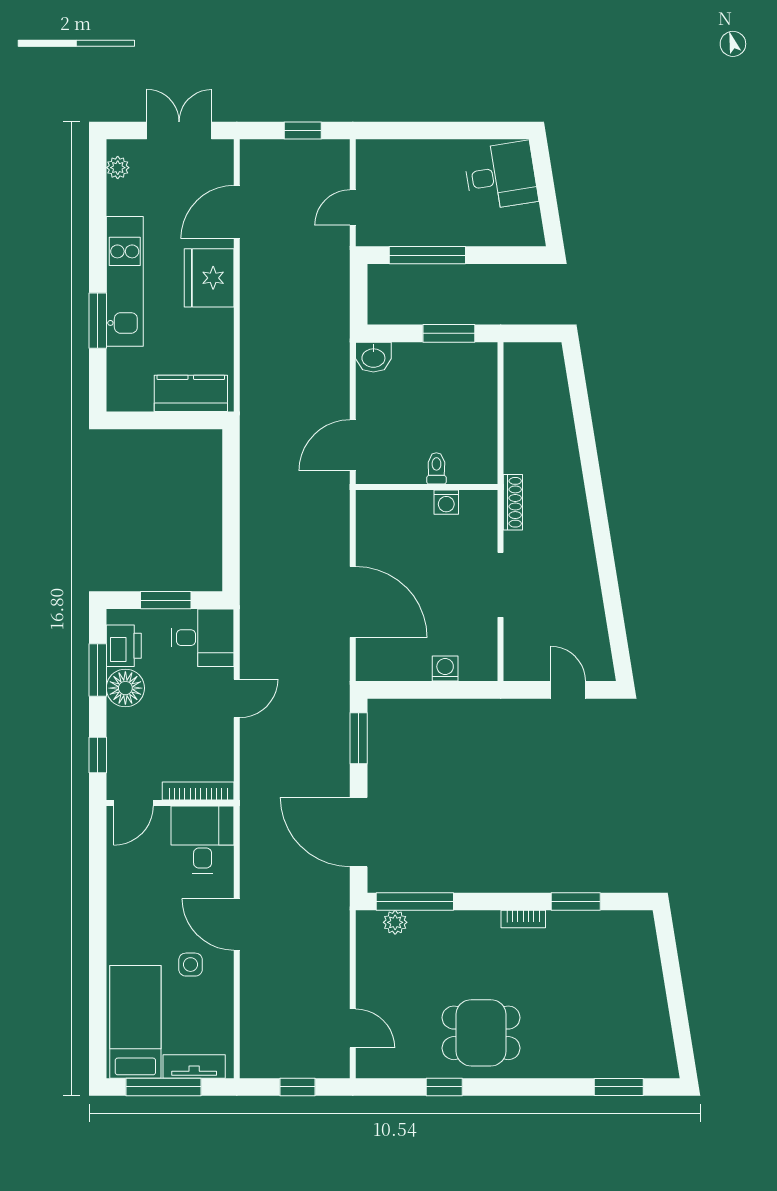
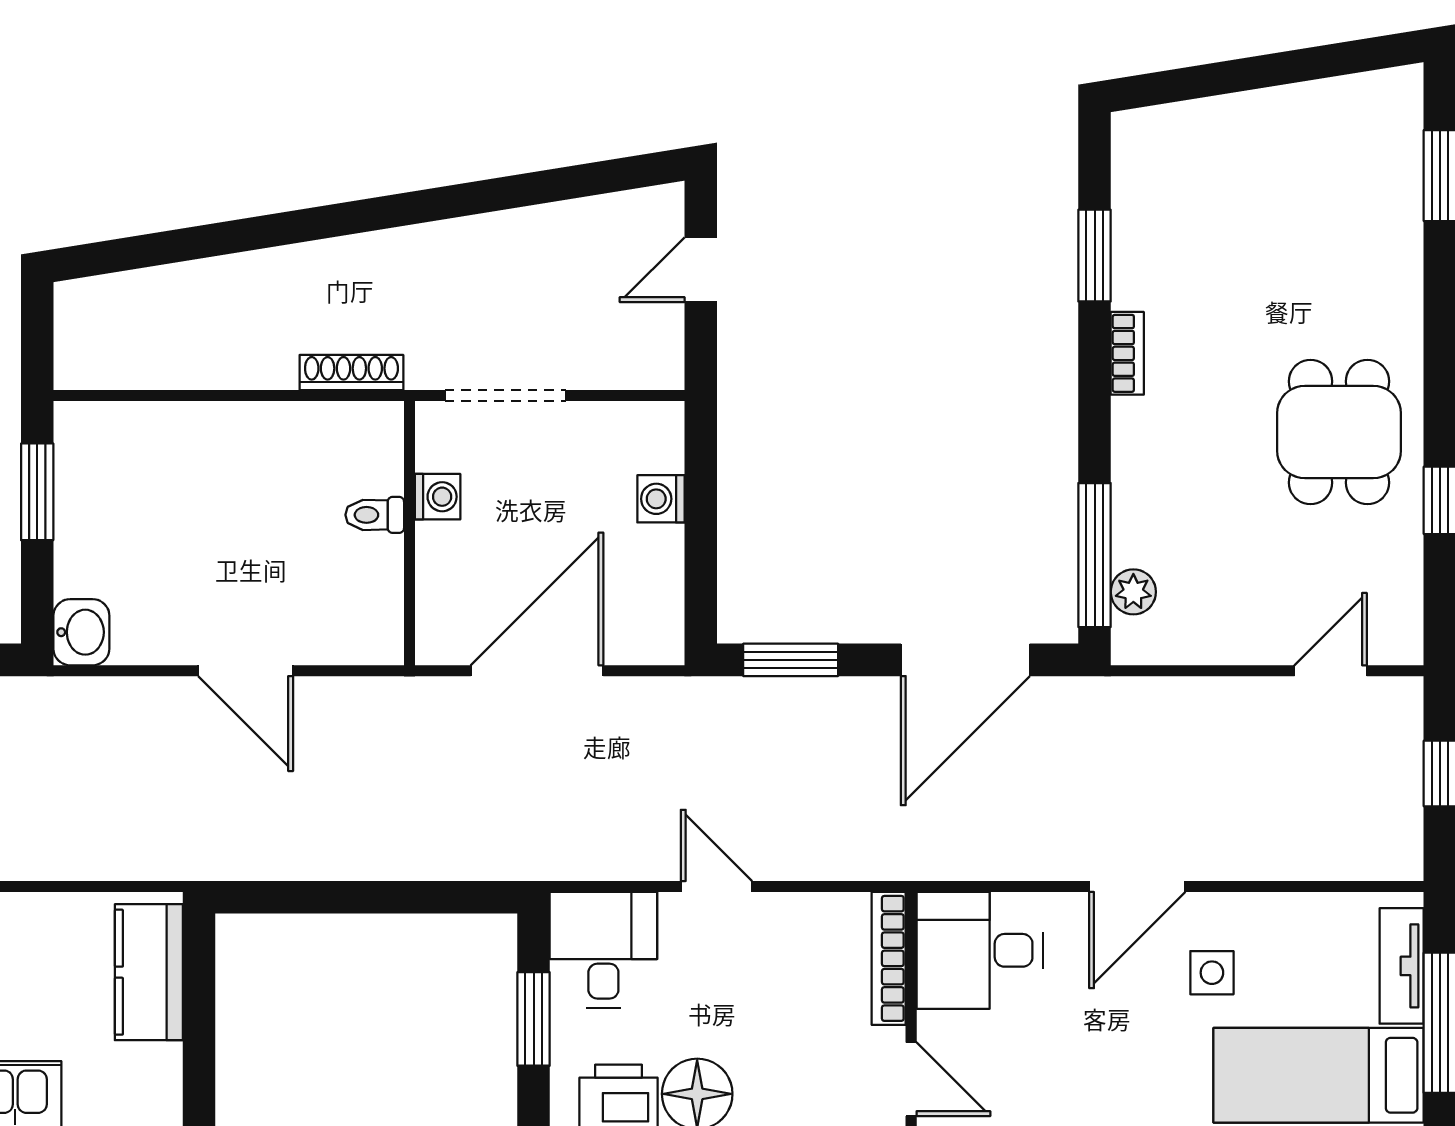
toilet: (436, 468) -> (375, 515), moved
wall: (427, 487) -> (409, 533), moved
washing machine: (446, 502) -> (438, 497), moved

